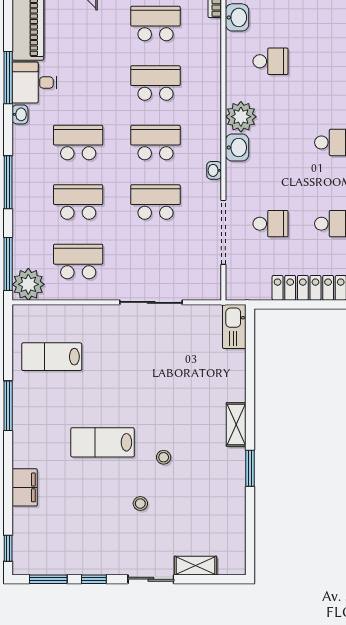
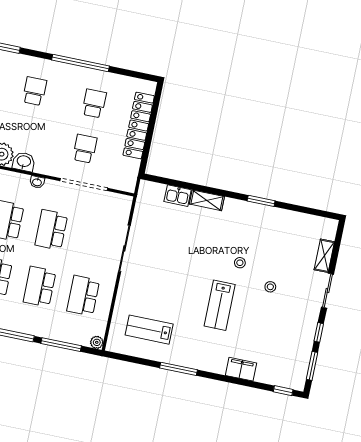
window: (8, 264) -> (61, 345), moved
plant: (28, 284) -> (97, 342), width x0.53, depth x0.53
kitchen sink: (234, 327) -> (178, 196), moved, width x0.73
lab bench: (52, 357) -> (149, 330), turned 90
shelving: (236, 424) -> (207, 200), moved

